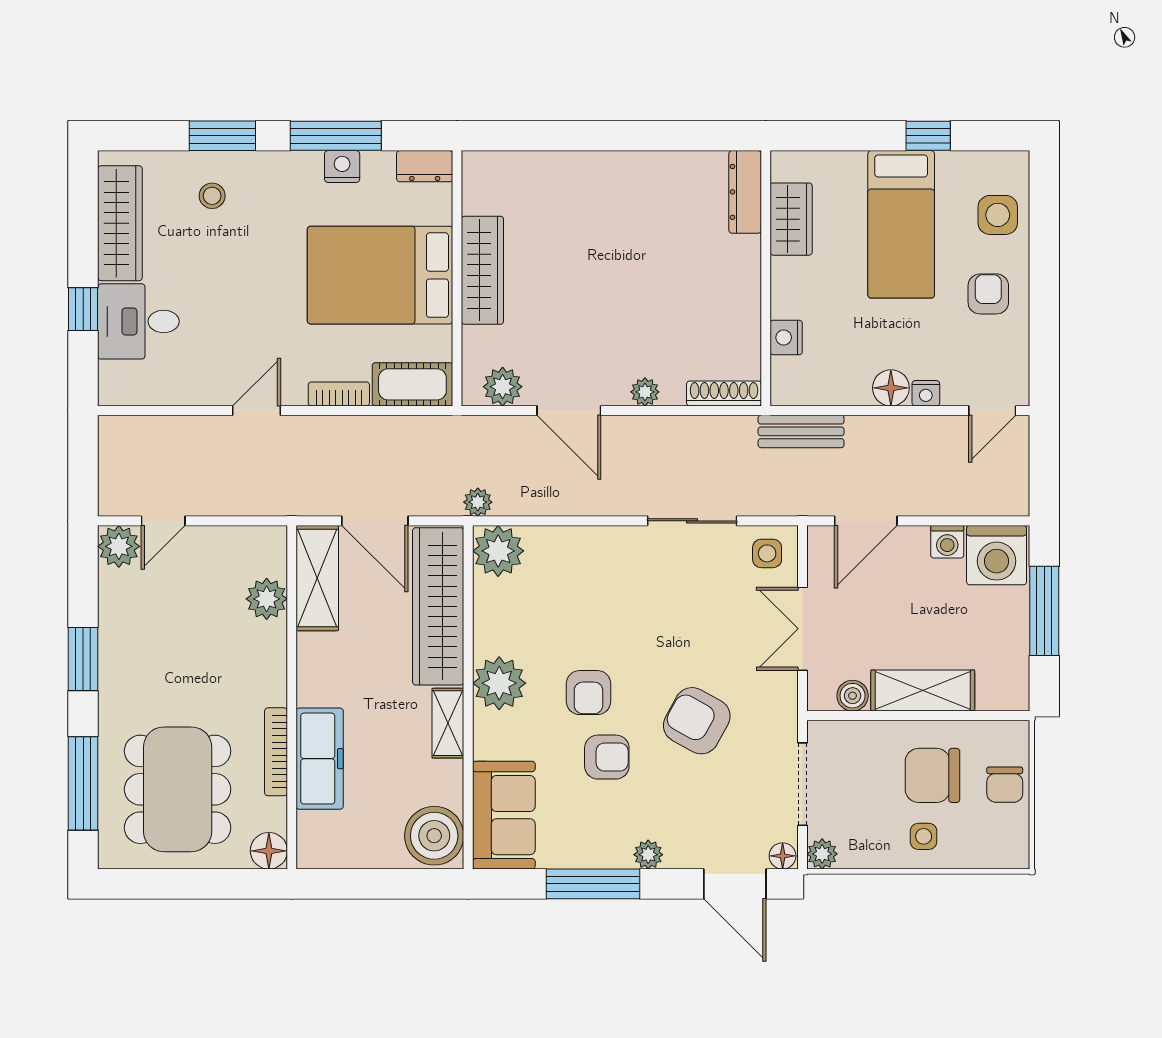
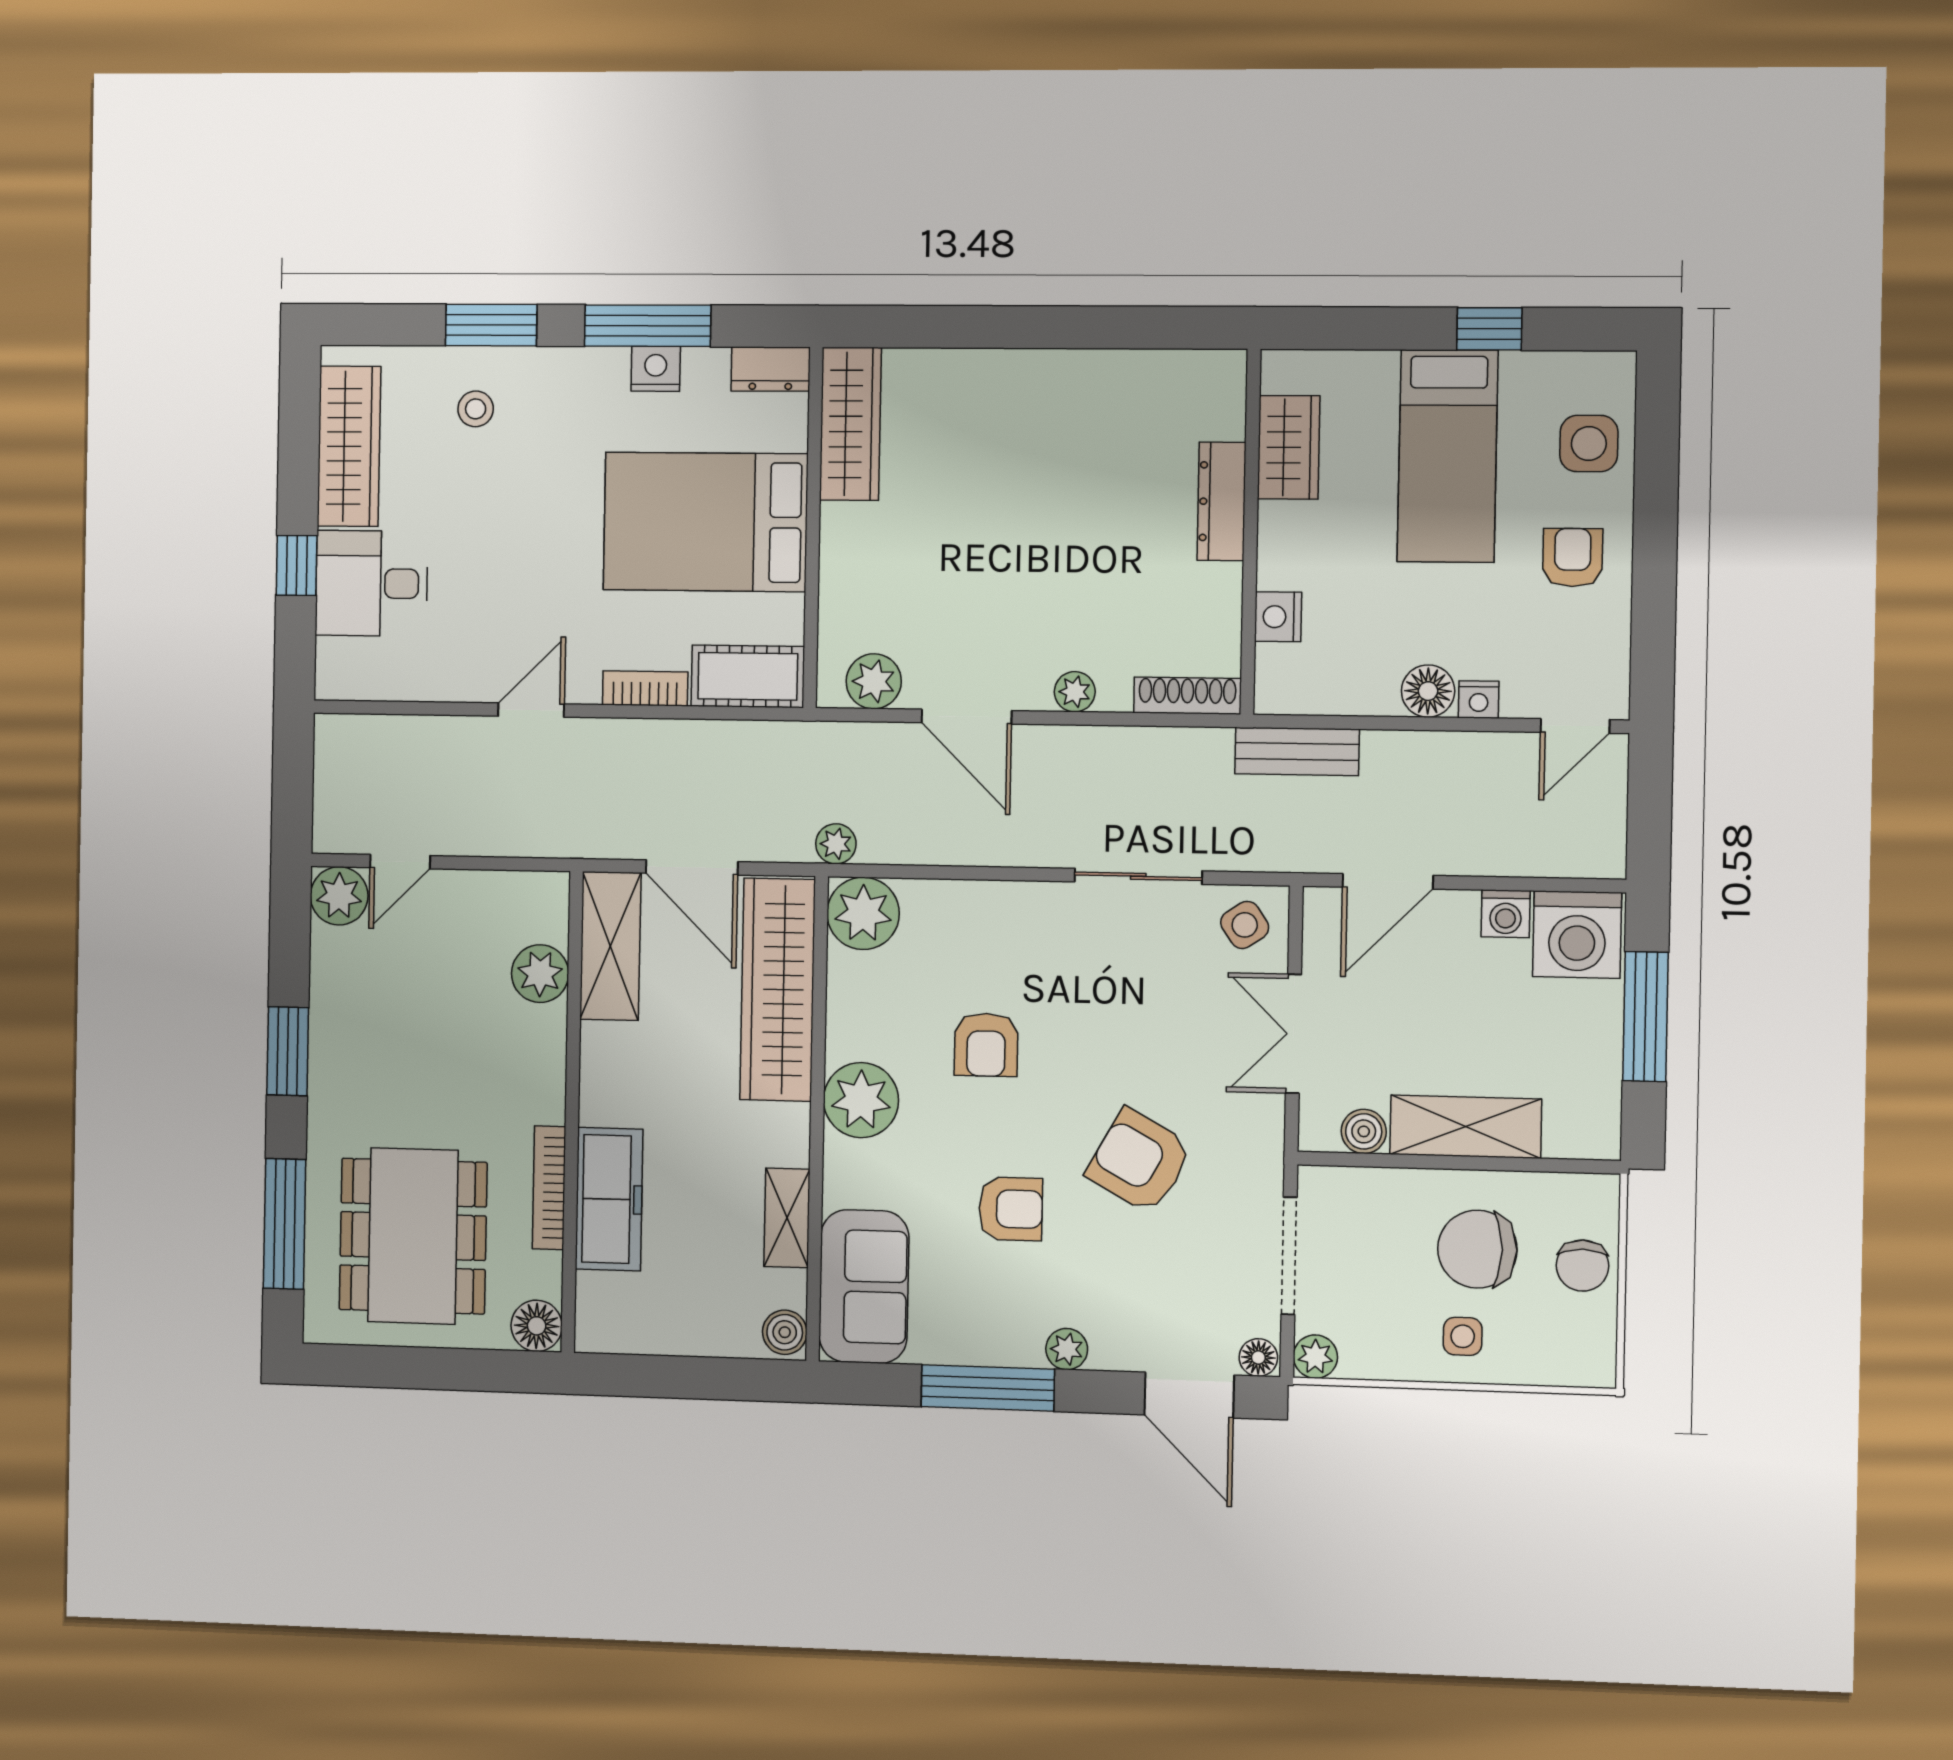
dresser: (745, 192) -> (1221, 501), moved
wardrobe: (482, 270) -> (850, 424), moved
side table: (767, 553) -> (1245, 925), turned -34
armchair: (588, 693) -> (986, 1045), moved
shelving: (448, 723) -> (787, 1218), moved
boiler: (434, 836) -> (785, 1332), width x0.54, depth x0.54

